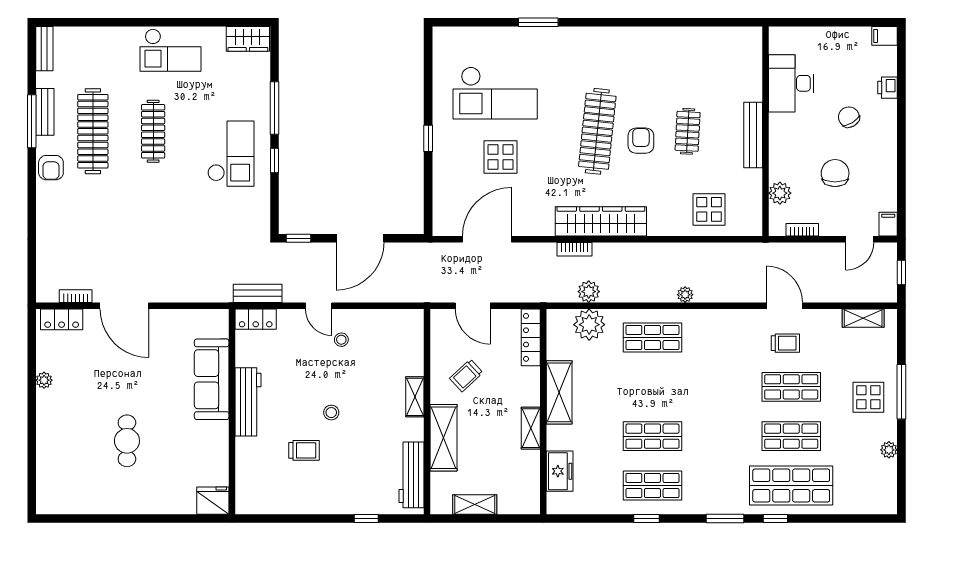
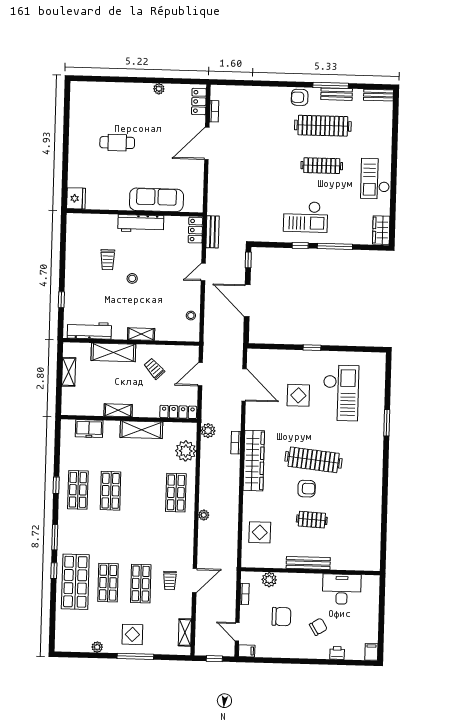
checkout: (495, 93) -> (341, 393), turned 180
plant: (589, 292) -> (208, 431), moved
stool: (341, 340) -> (191, 316), moved

